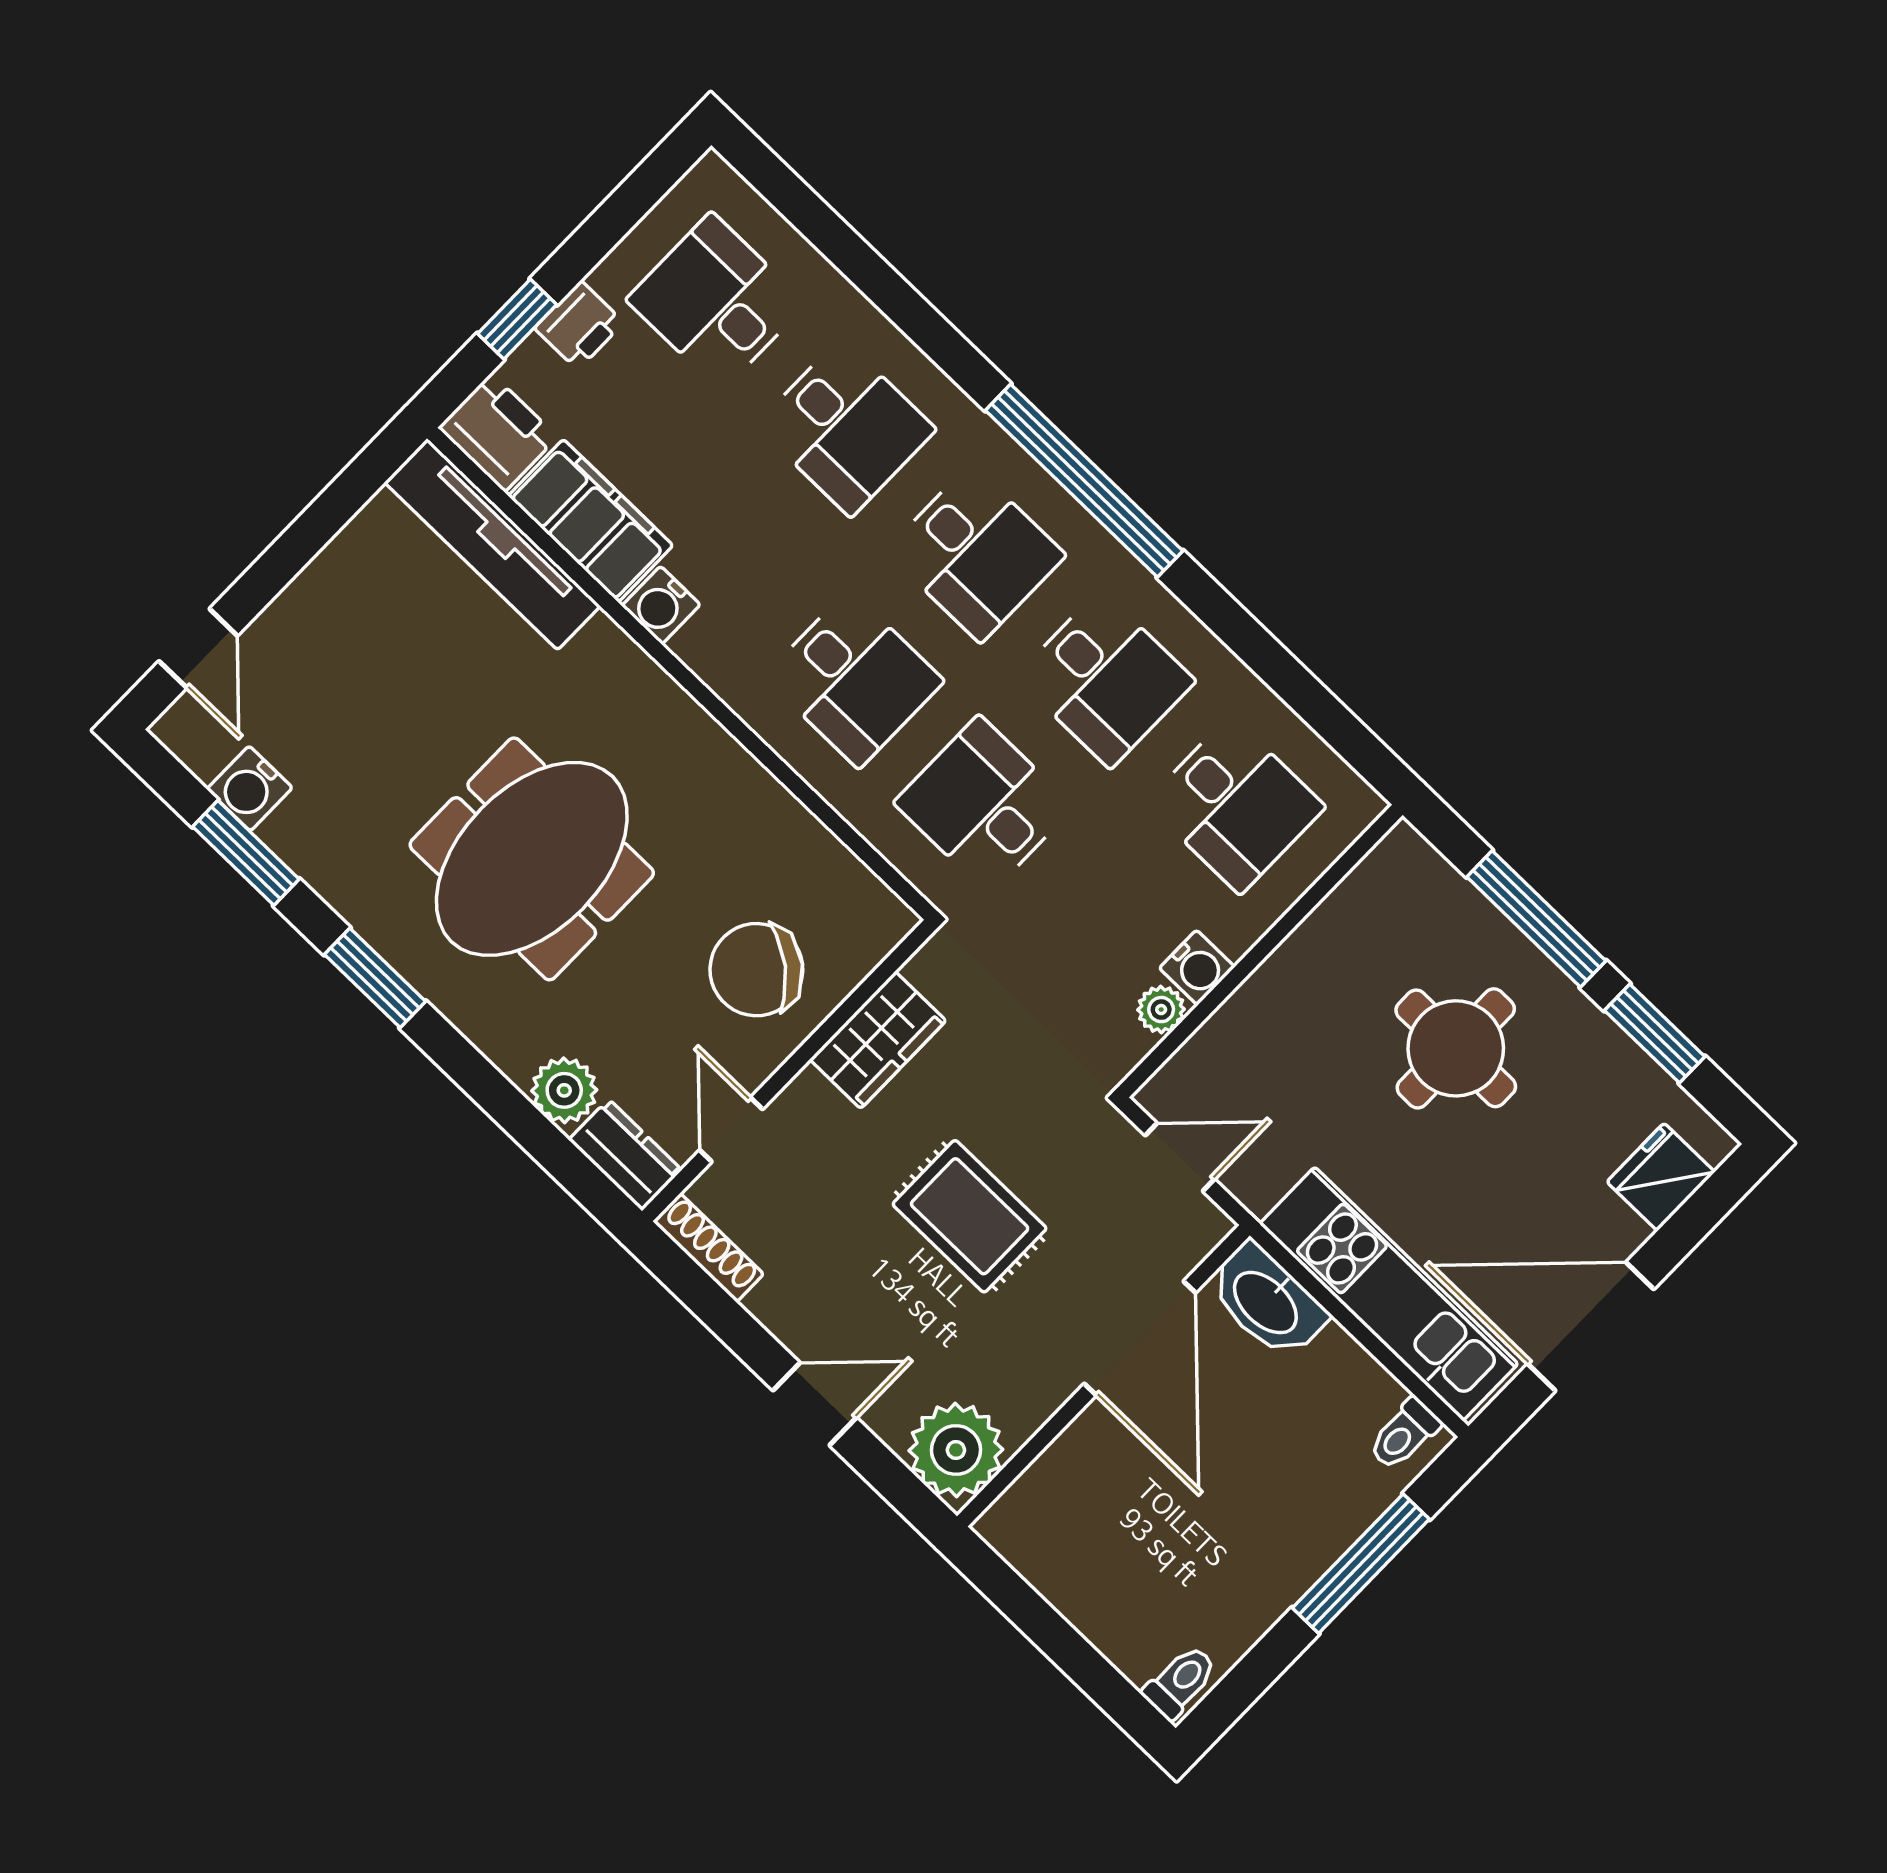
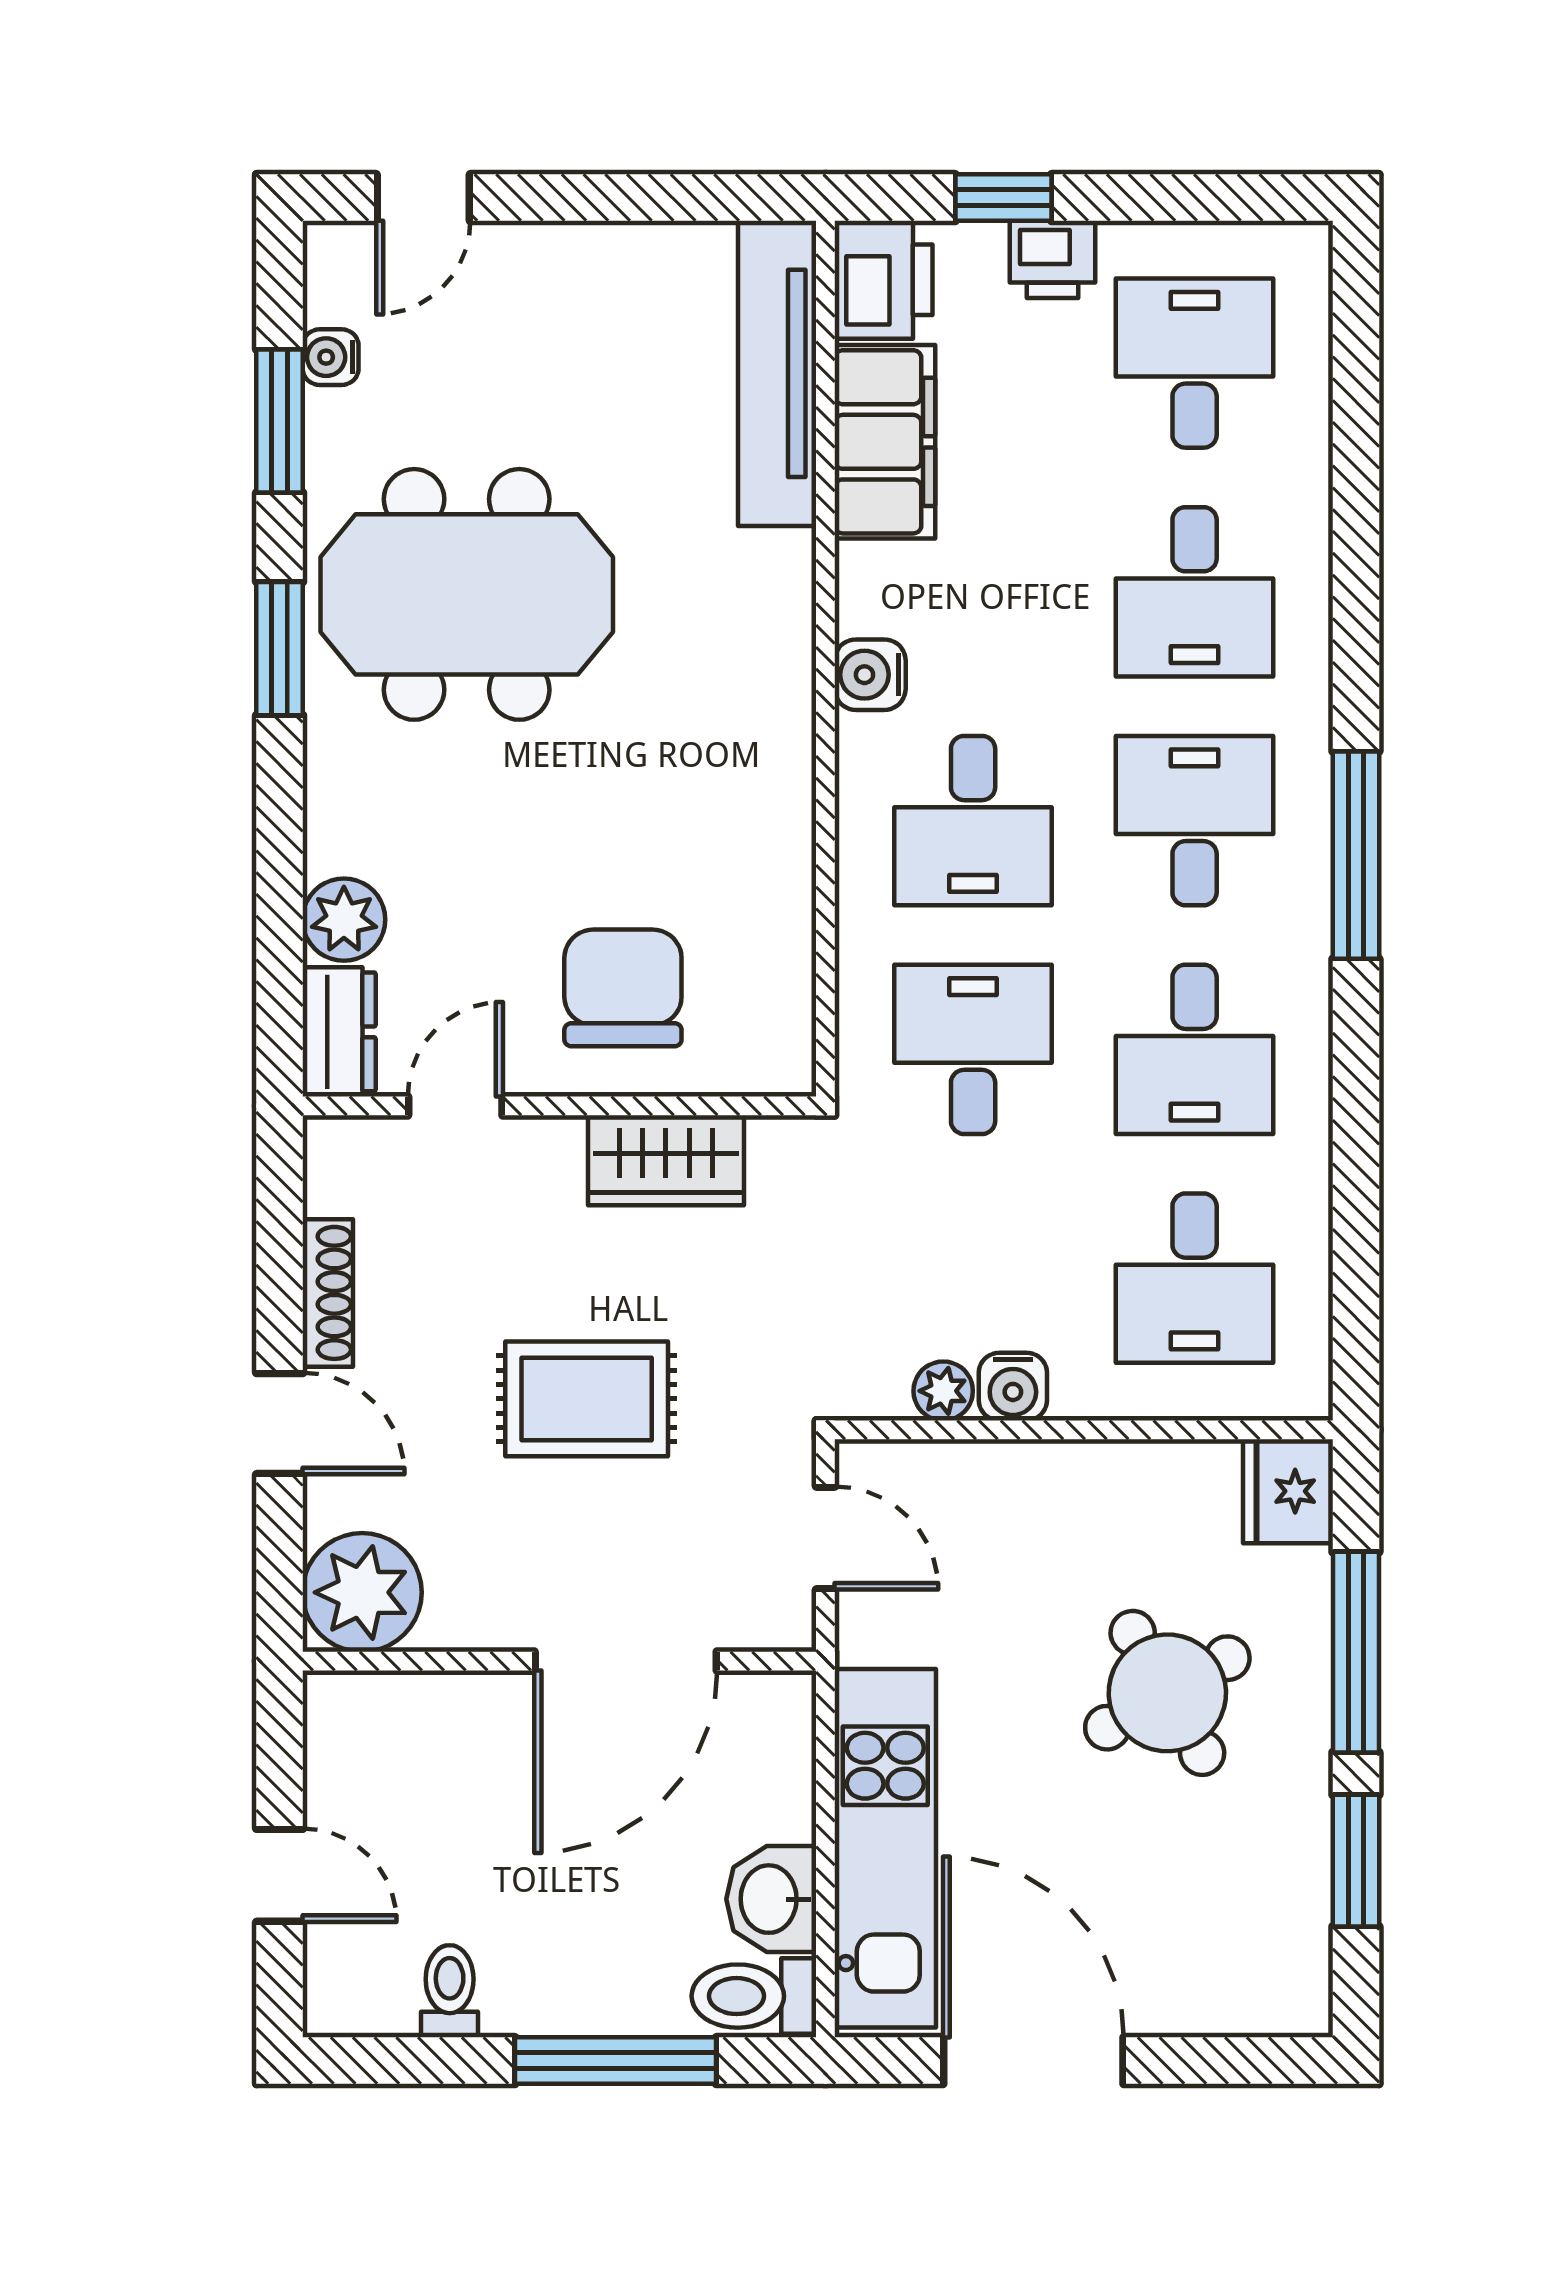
window: (1084, 481) -> (1356, 855), width x0.68
desk: (976, 553) -> (1195, 821), turned 180
water cooler: (661, 605) -> (870, 675), moved
water cooler: (250, 788) -> (331, 357), width x0.72, depth x0.72
meeting table: (532, 859) -> (467, 594), moved
chair: (756, 970) -> (623, 988), turned 51
round table: (1456, 1048) -> (1167, 1693), turned -30
fridge: (1661, 1177) -> (1288, 1491), moved, turned -90
rug: (970, 1216) -> (587, 1399), turned 90
shoe rack: (708, 1248) -> (328, 1293), moved
washbasin: (1267, 1301) -> (771, 1899), moved, width x0.72
toilet: (1404, 1434) -> (754, 1996), width x1.37, depth x1.39
door: (1071, 1652) -> (280, 1875), added
toilet: (1180, 1682) -> (450, 1991), moved, turned -90

